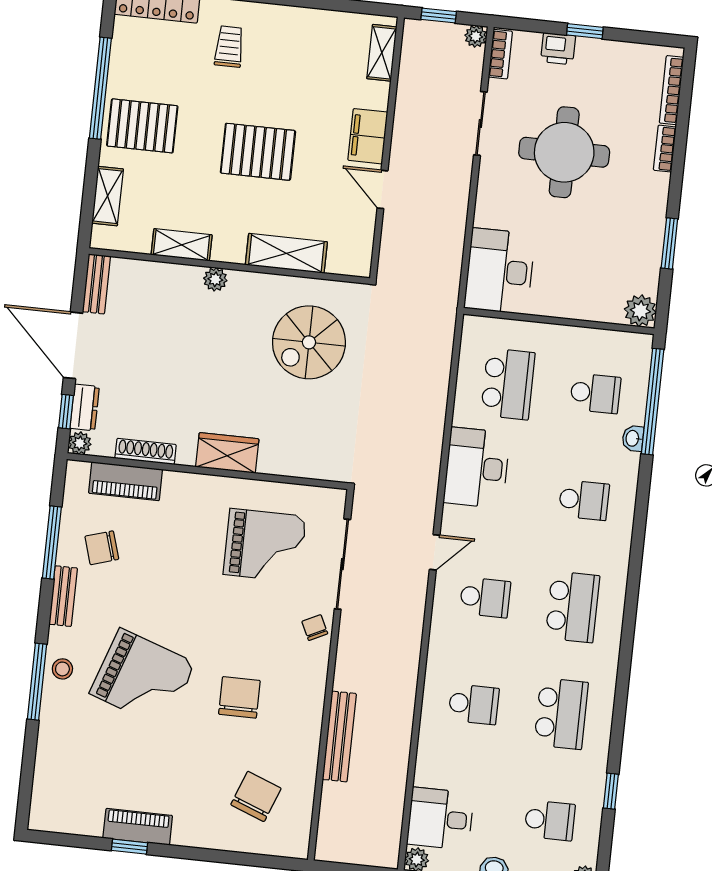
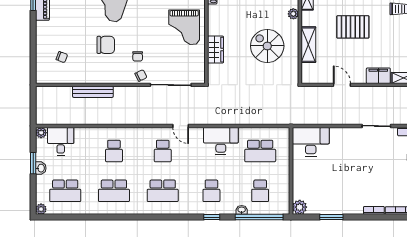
filing cabinet: (368, 136) -> (378, 76), moved
pallet: (258, 152) -> (353, 27), turned 90
round table: (564, 152) -> (367, 165), removed
door: (382, 189) -> (342, 85), hinge flipped
spiral stairs: (309, 342) -> (267, 46), moved
wardrobe: (227, 453) -> (215, 50), moved
grand piano: (265, 545) -> (184, 27), moved
chair: (272, 630) -> (138, 56), added
window: (611, 791) -> (212, 217), moved
chair: (256, 796) -> (62, 57), width x0.54, depth x0.54
school desk: (550, 820) -> (65, 191), width x1.85

